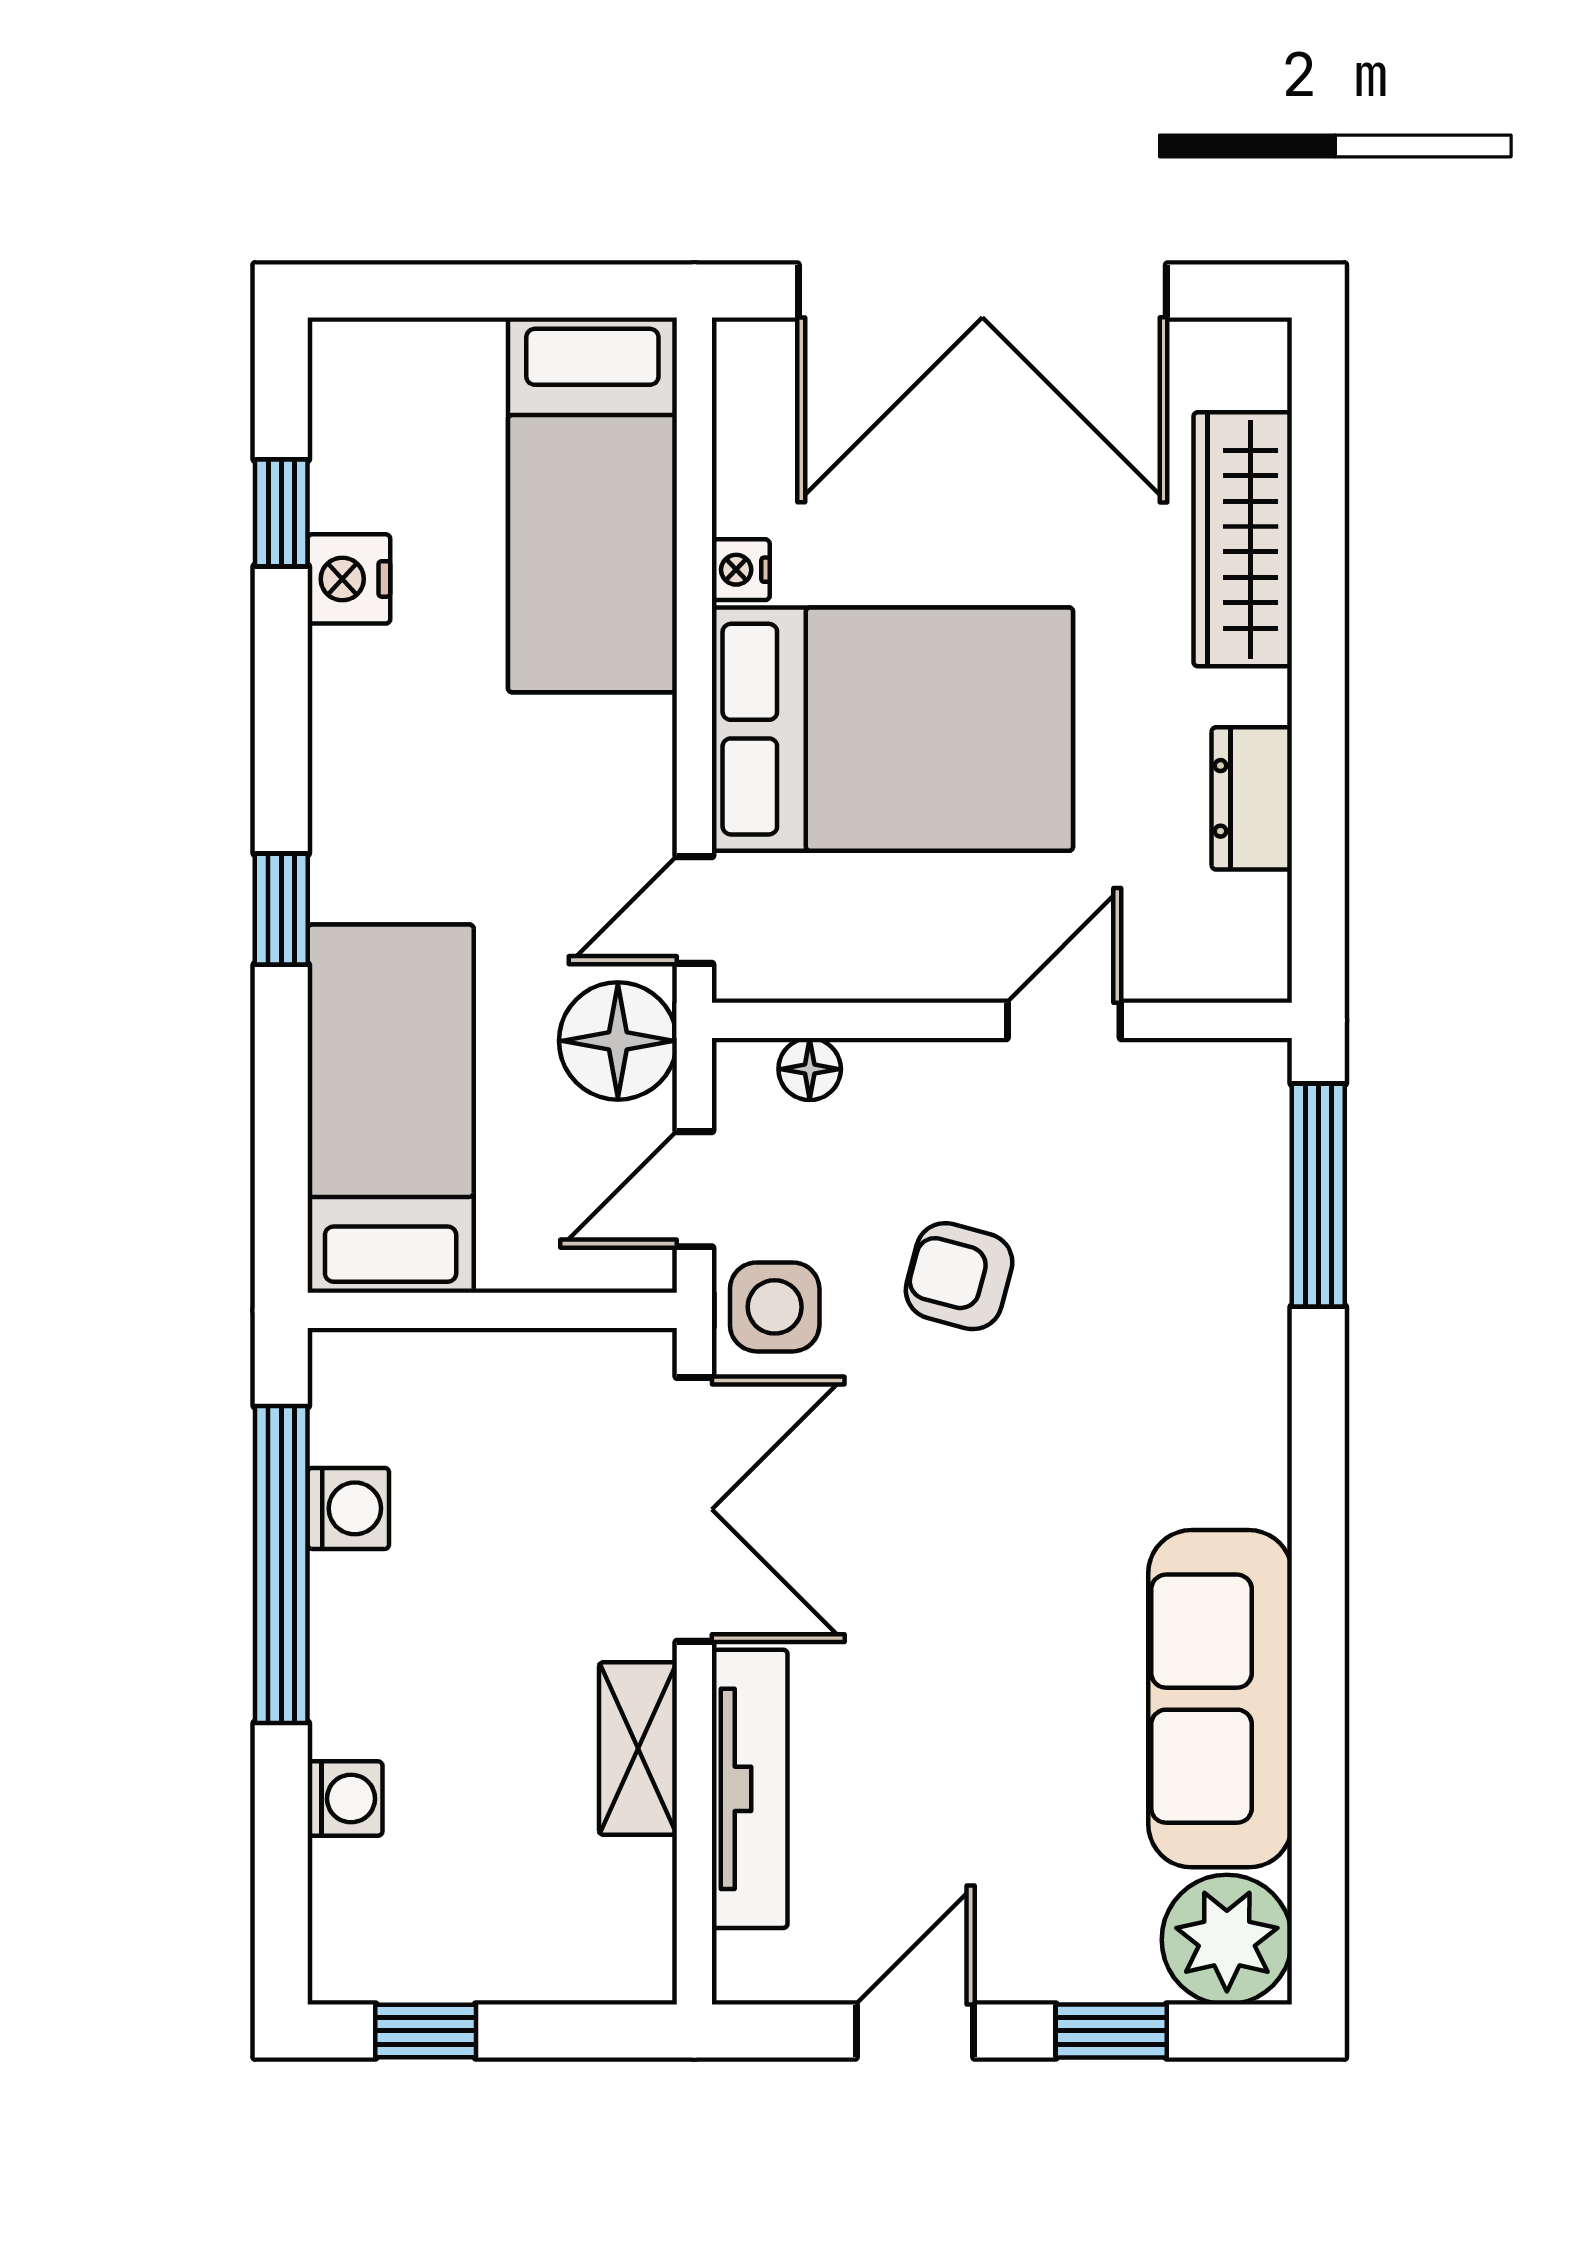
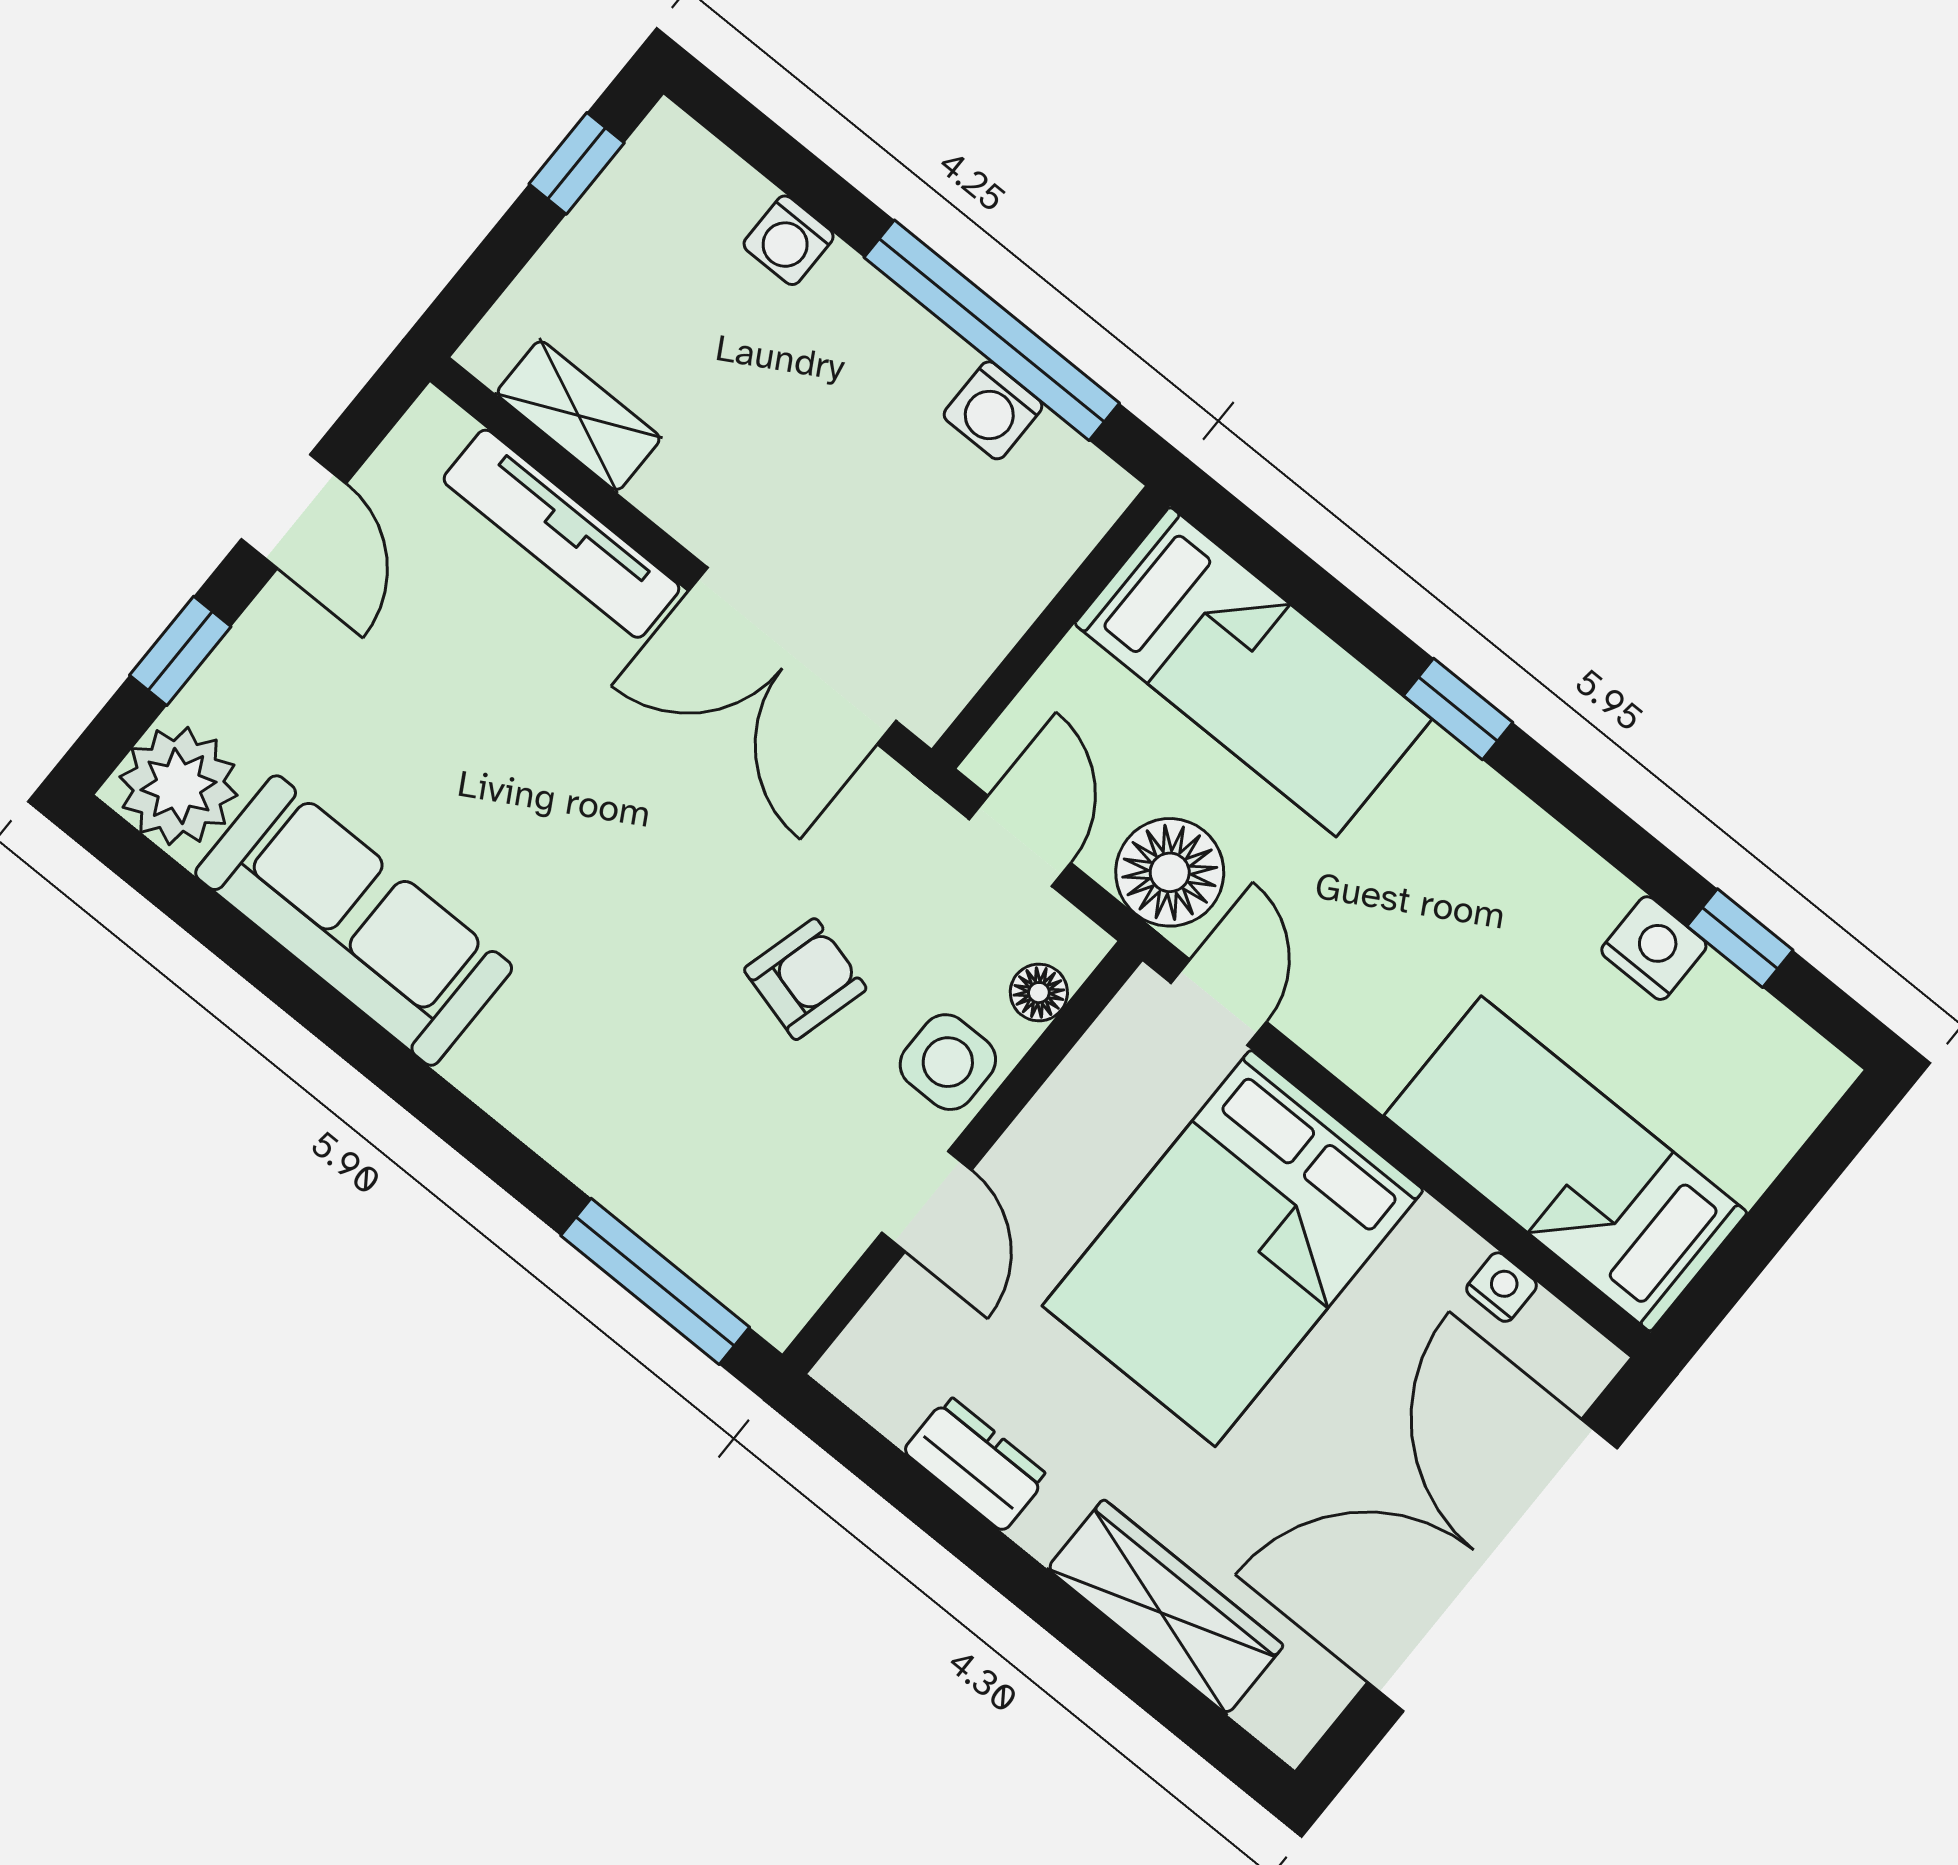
nightstand: (741, 570) -> (1502, 1287), moved
side table: (775, 1307) -> (948, 1062), moved
shelving: (638, 1749) -> (579, 416), moved

